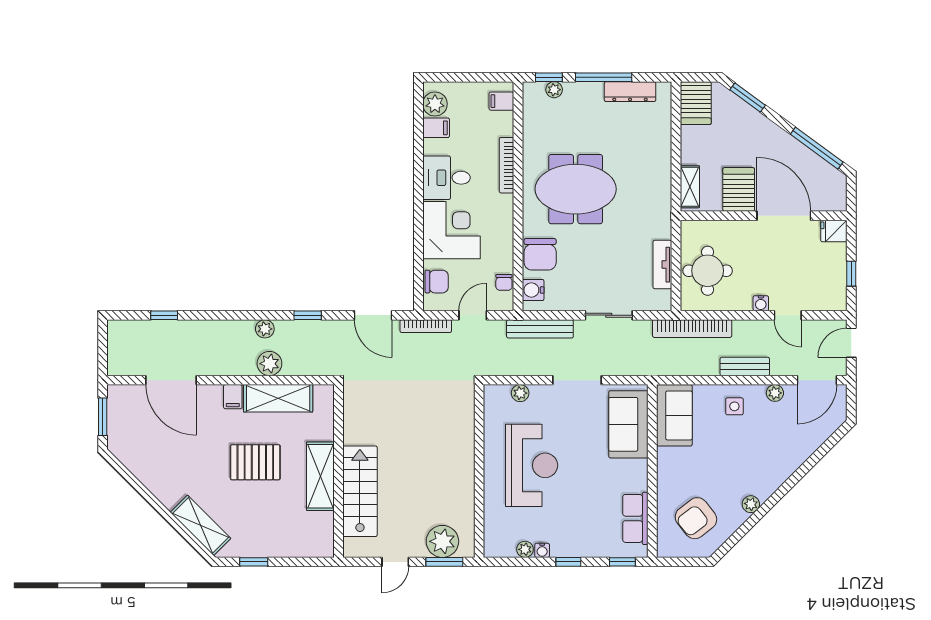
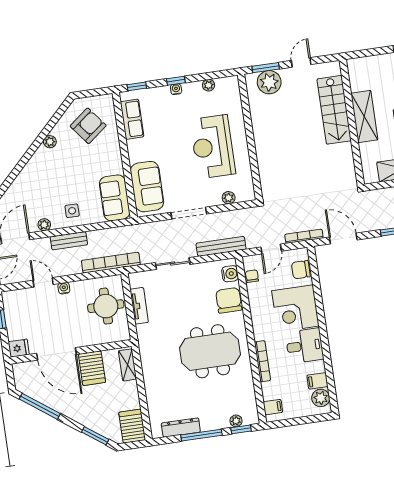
water cooler: (542, 550) -> (176, 89), moved

